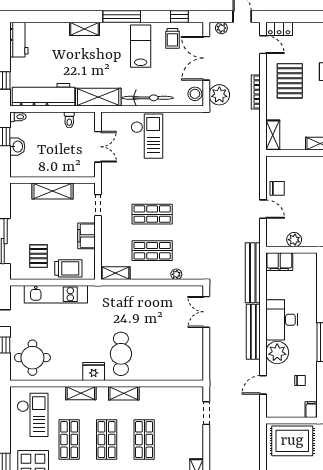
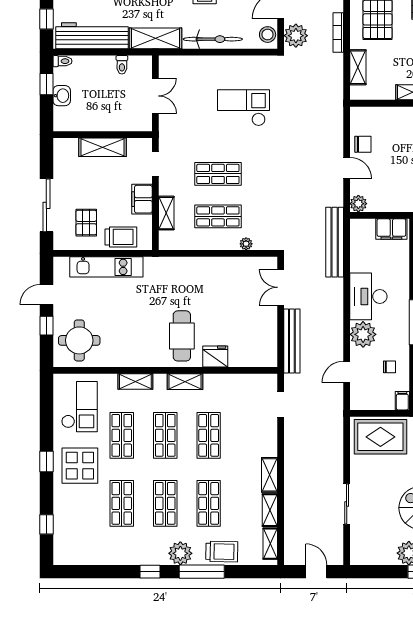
shelving: (273, 135) -> (358, 67), moved
checkout: (147, 136) -> (244, 108), moved, turned -90
plant: (294, 240) -> (358, 204), moved
filing cabinet: (279, 262) -> (391, 229), moved
shelving: (115, 273) -> (166, 213), moved, turned 90
bench: (253, 332) -> (292, 341), moved
fridge: (94, 371) -> (215, 356), moved

